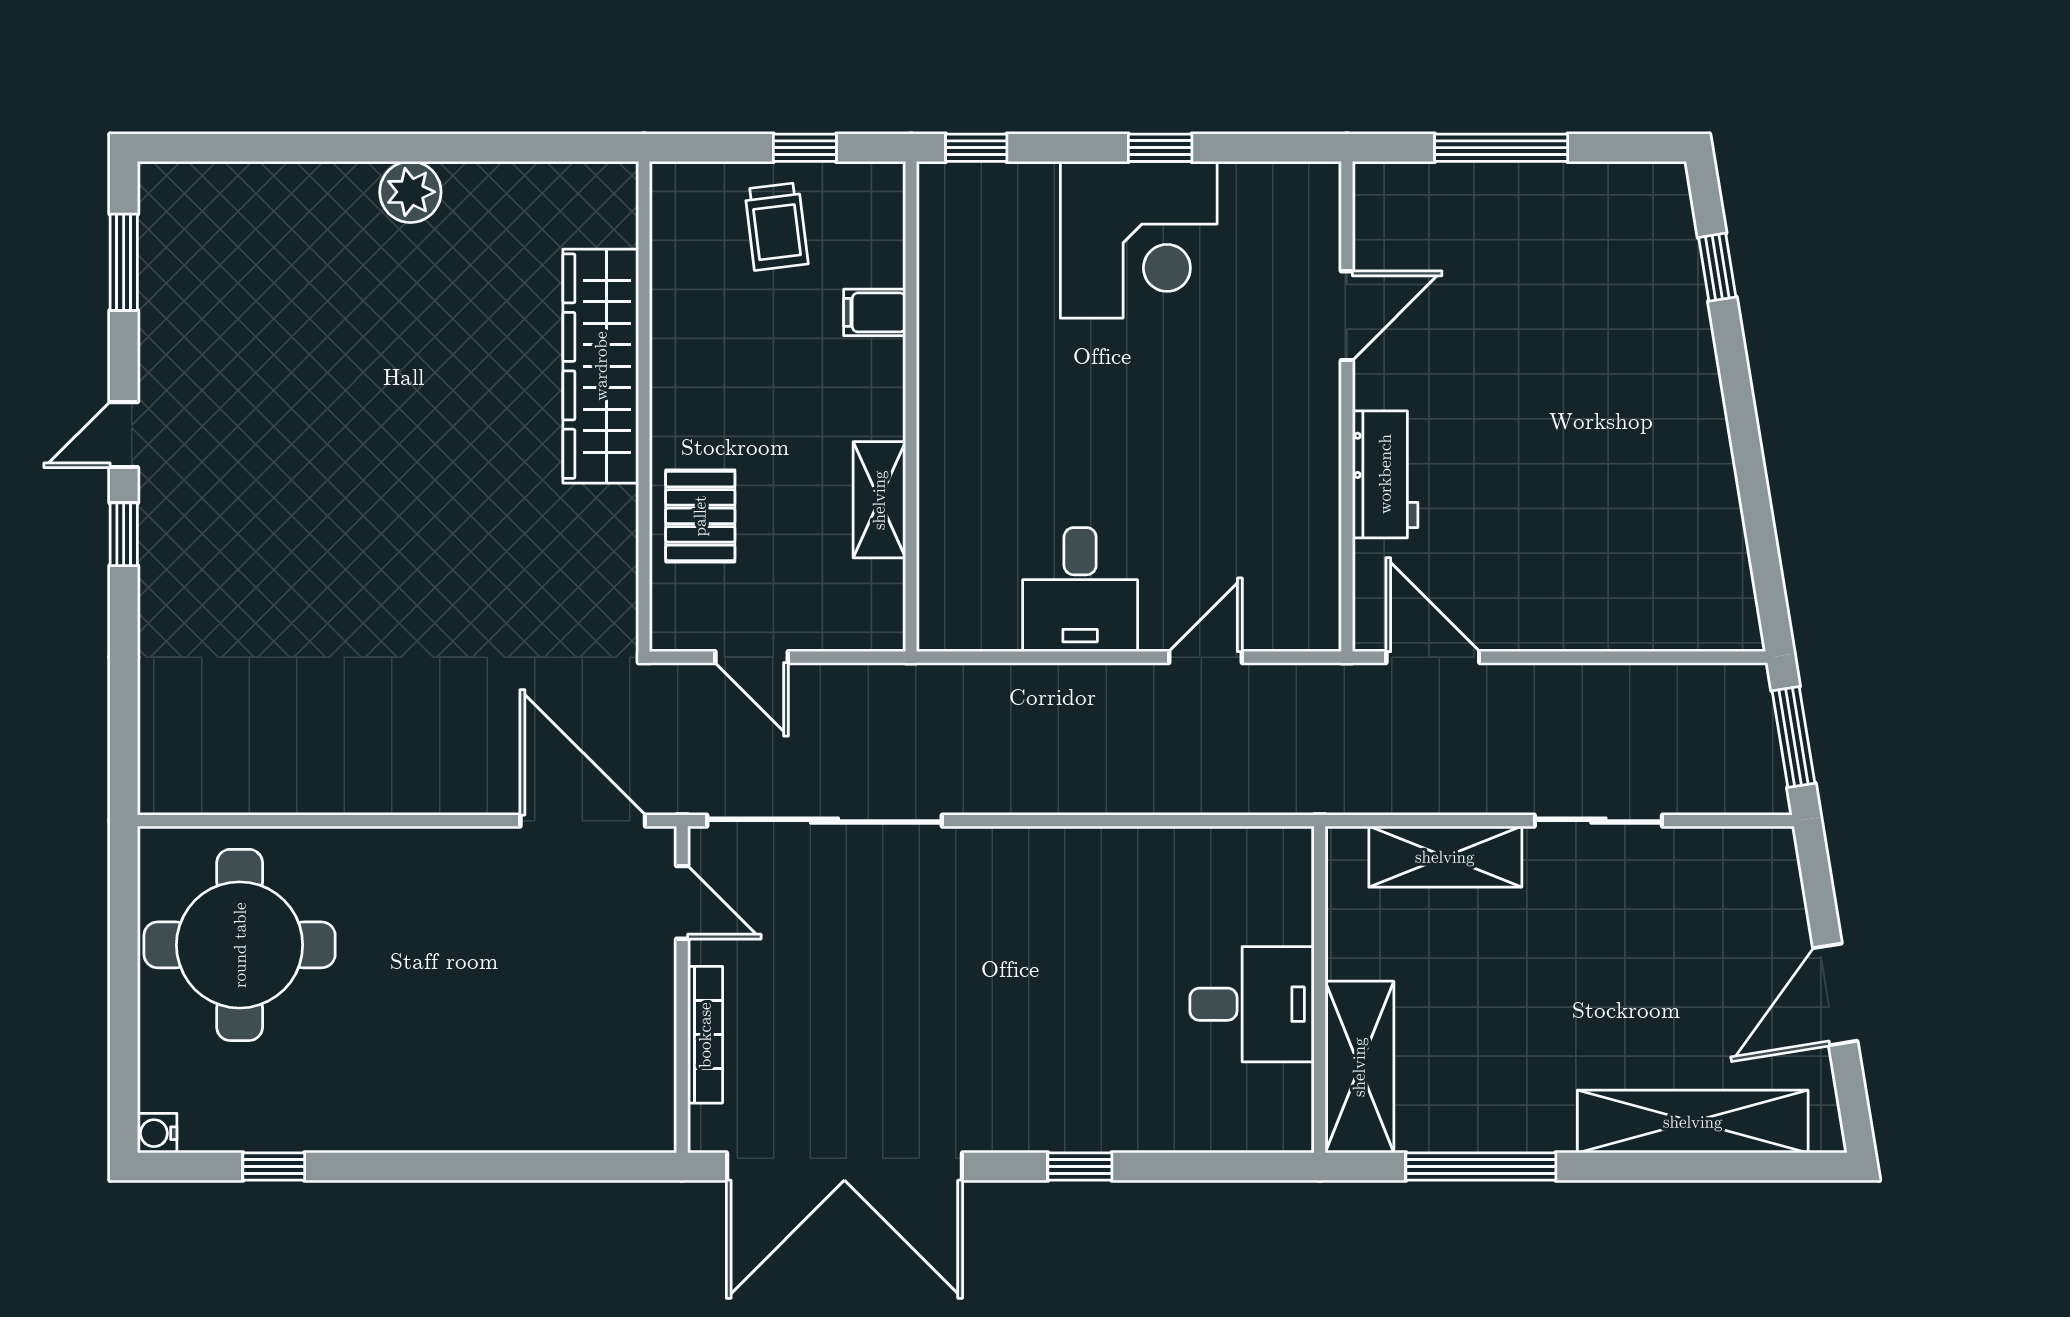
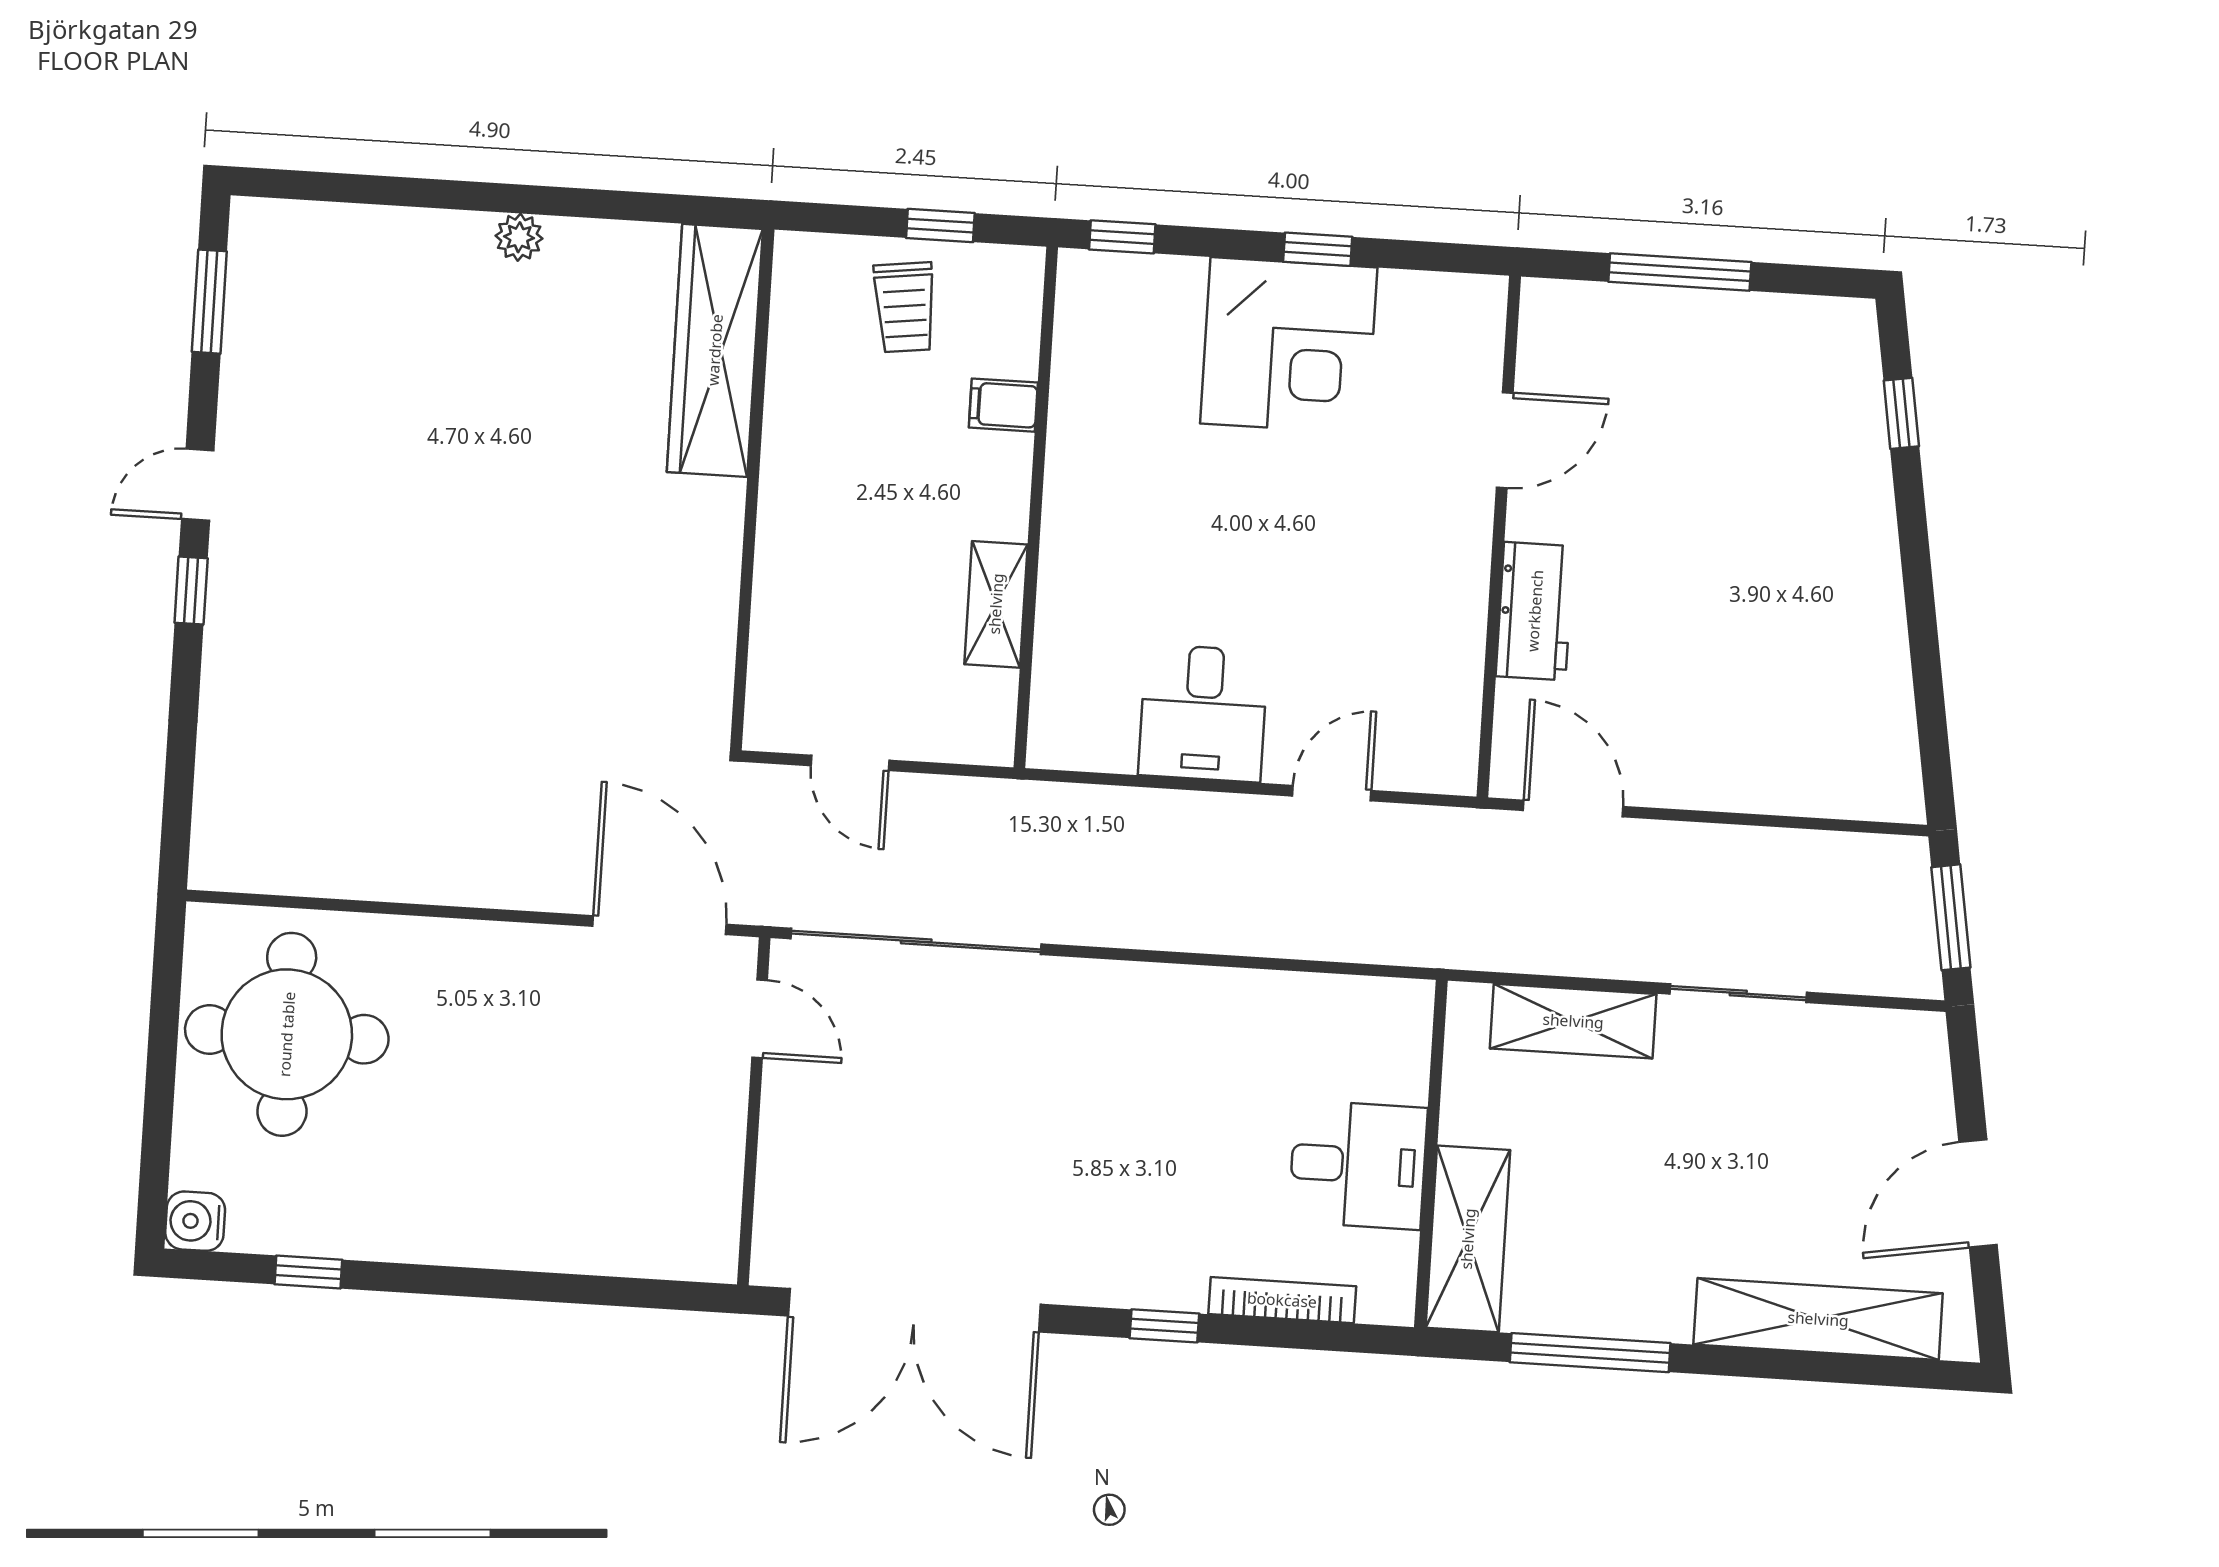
plant: (410, 192) -> (519, 237), width x0.73, depth x0.73
wardrobe: (601, 366) -> (715, 350), moved
pallet: (700, 516) -> (805, 610), removed
bookcase: (705, 1035) -> (1282, 1300), moved, turned -90
water cooler: (157, 1133) -> (195, 1221), width x1.38, depth x1.38

